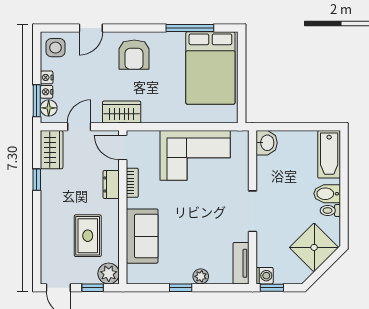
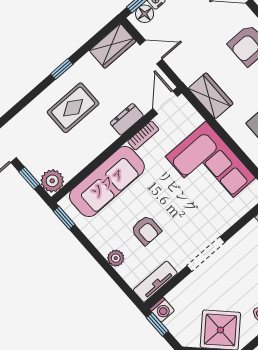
wardrobe: (122, 112) -> (211, 96), moved
window: (37, 180) -> (62, 69), moved
rug: (88, 236) -> (73, 108), moved
sofa: (142, 236) -> (107, 182), width x1.36
armchair: (200, 238) -> (146, 230), added
window: (181, 288) -> (64, 218), moved

